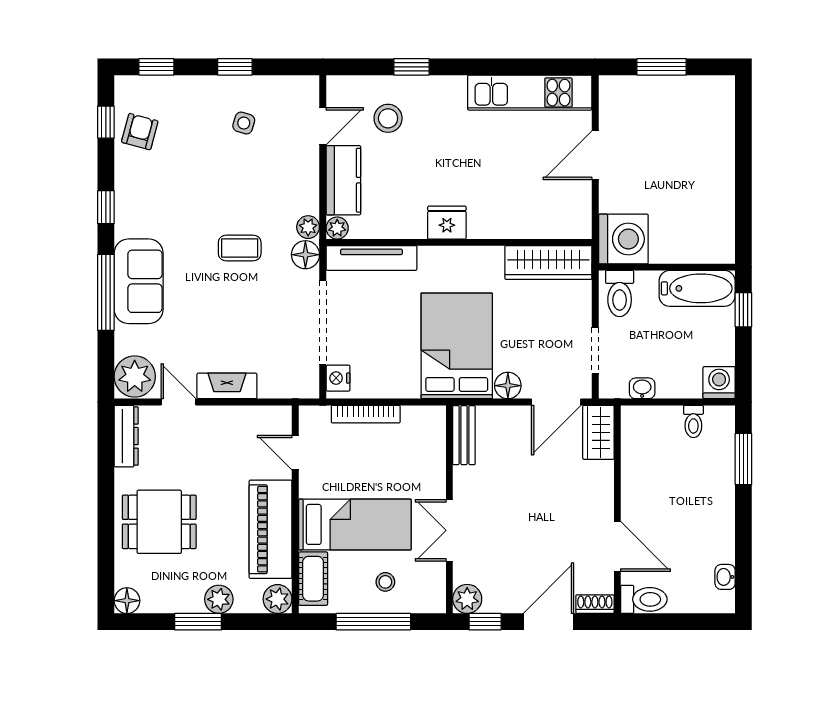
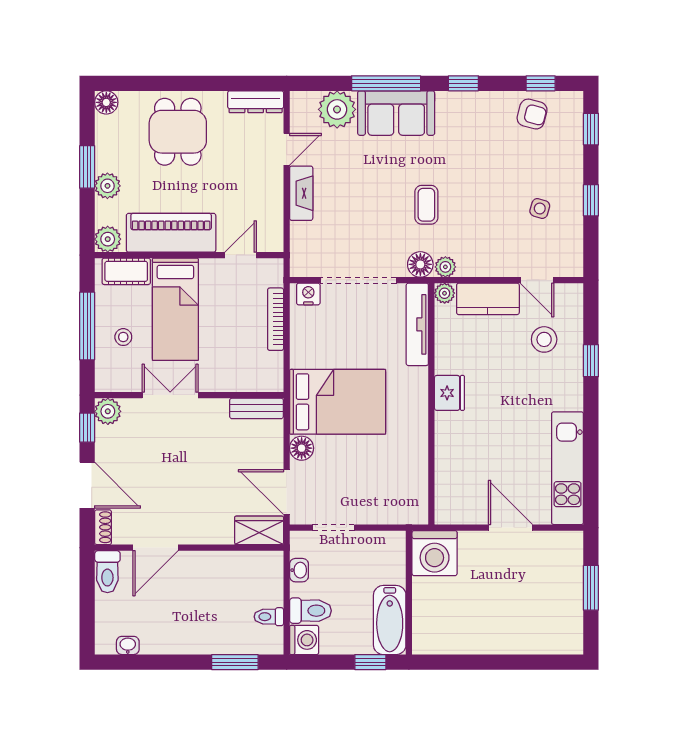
wardrobe: (548, 263) -> (413, 485), removed
toilet: (620, 294) -> (310, 611), moved, turned 180
plant: (135, 376) -> (337, 109), moved

